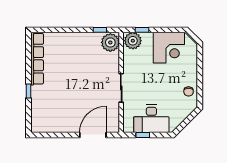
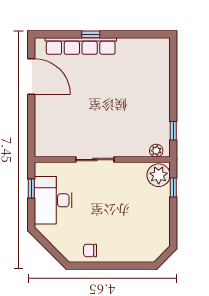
plant: (110, 42) -> (156, 151), width x0.53, depth x0.53
corner desk: (169, 48) -> (149, 224), removed
row of seats: (37, 59) -> (81, 46), moved
door: (93, 135) -> (31, 77), moved

